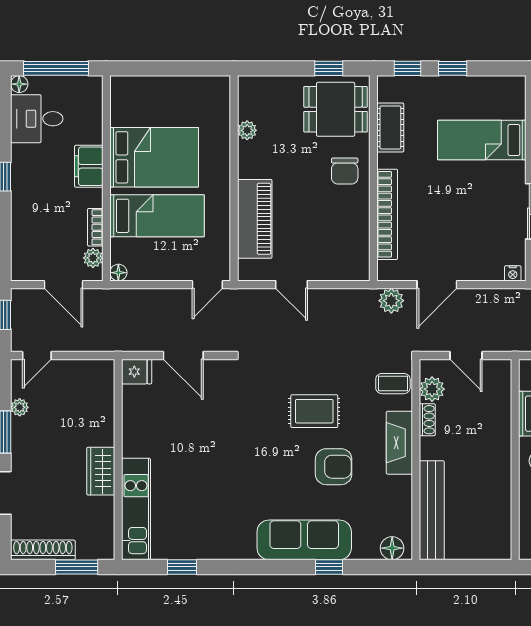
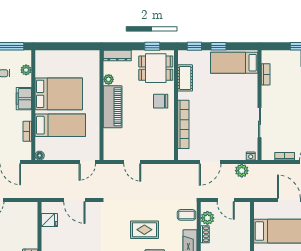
dresser: (263, 86) -> (117, 56), added
bed: (482, 140) -> (234, 63), moved
chair: (345, 171) -> (161, 101), turned 90
piano: (255, 219) -> (113, 107), moved
plant: (93, 258) -> (26, 70), moved
plant: (391, 301) -> (242, 171), moved
fridge: (137, 372) -> (49, 220), moved

